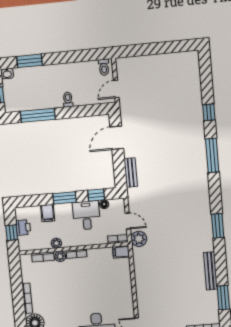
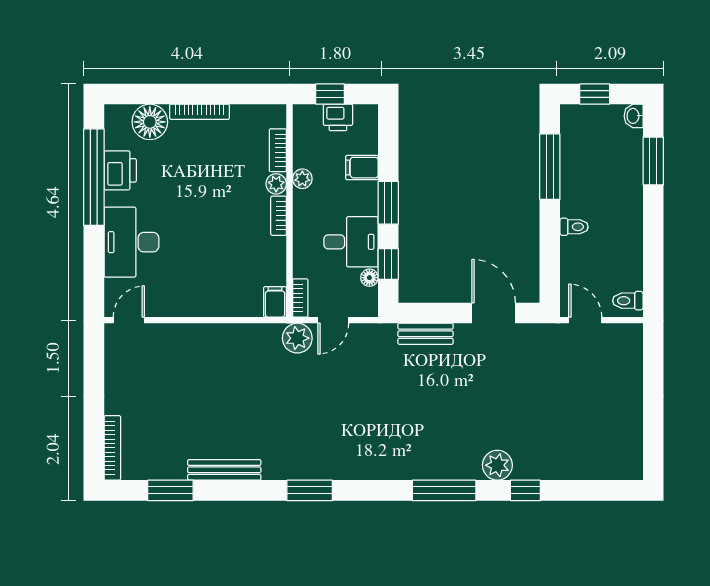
plant: (197, 128) -> (497, 465), added

